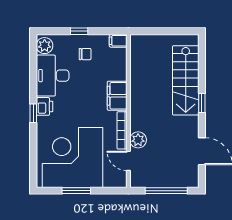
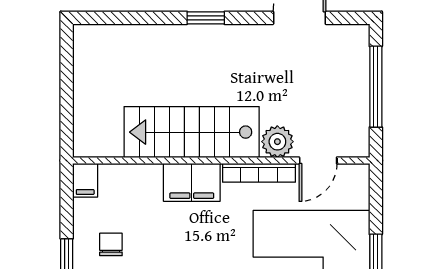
stairs: (186, 80) -> (192, 132), moved, turned 180

